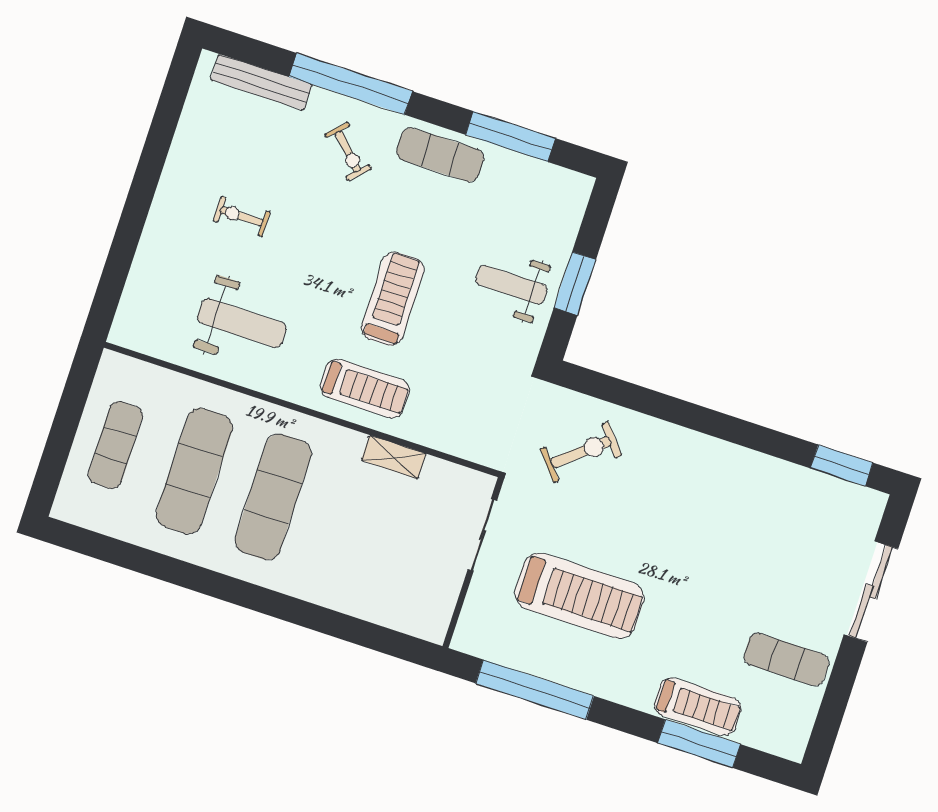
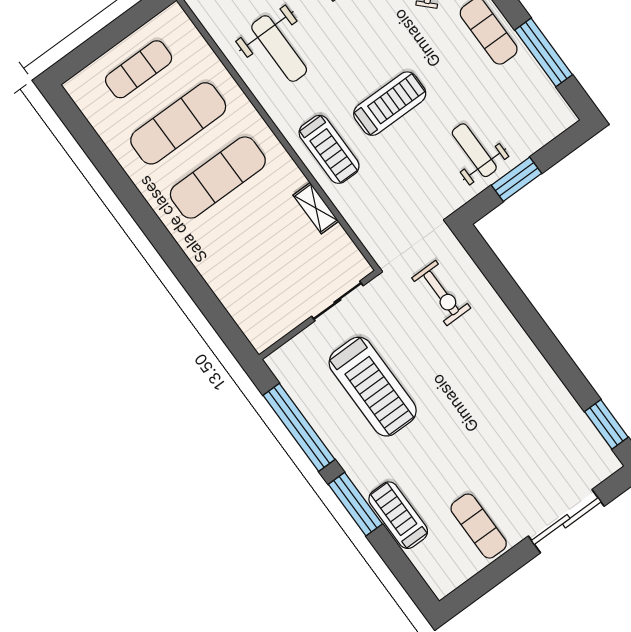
exercise bike: (581, 452) -> (441, 293), turned 40
treadmill: (698, 707) -> (398, 515), turned 180
window: (699, 744) -> (355, 504), moved

